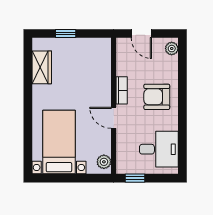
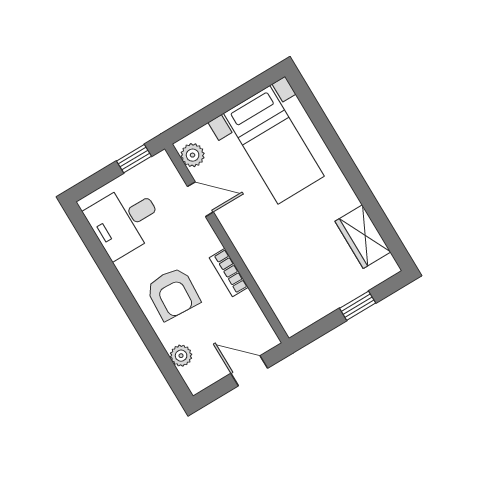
plant: (172, 49) -> (181, 356), moved
armchair: (157, 97) -> (173, 294), turned 93
door: (114, 118) -> (200, 199), moved

